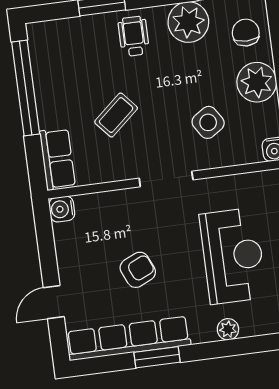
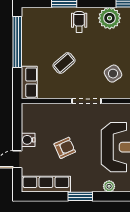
water cooler: (62, 209) -> (28, 140), moved
row of seats: (128, 338) -> (46, 184), width x0.73
window: (157, 357) -> (80, 196), moved

